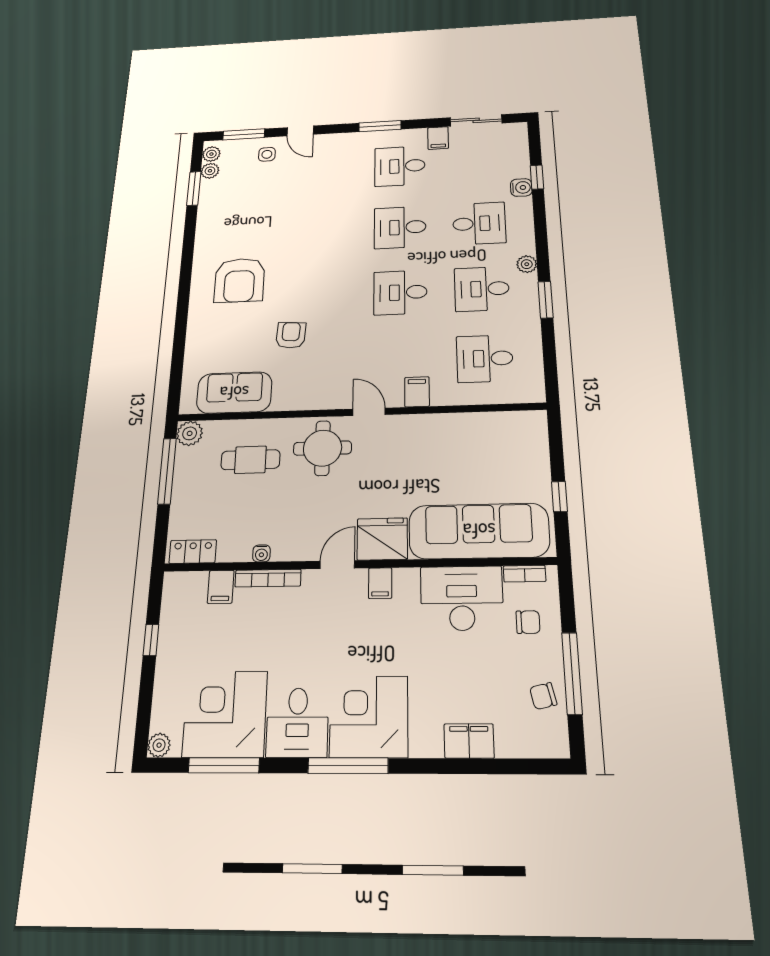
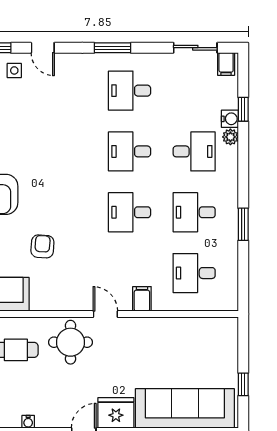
filing cabinet: (438, 138) -> (226, 64), moved
plant: (527, 264) -> (230, 137), moved

